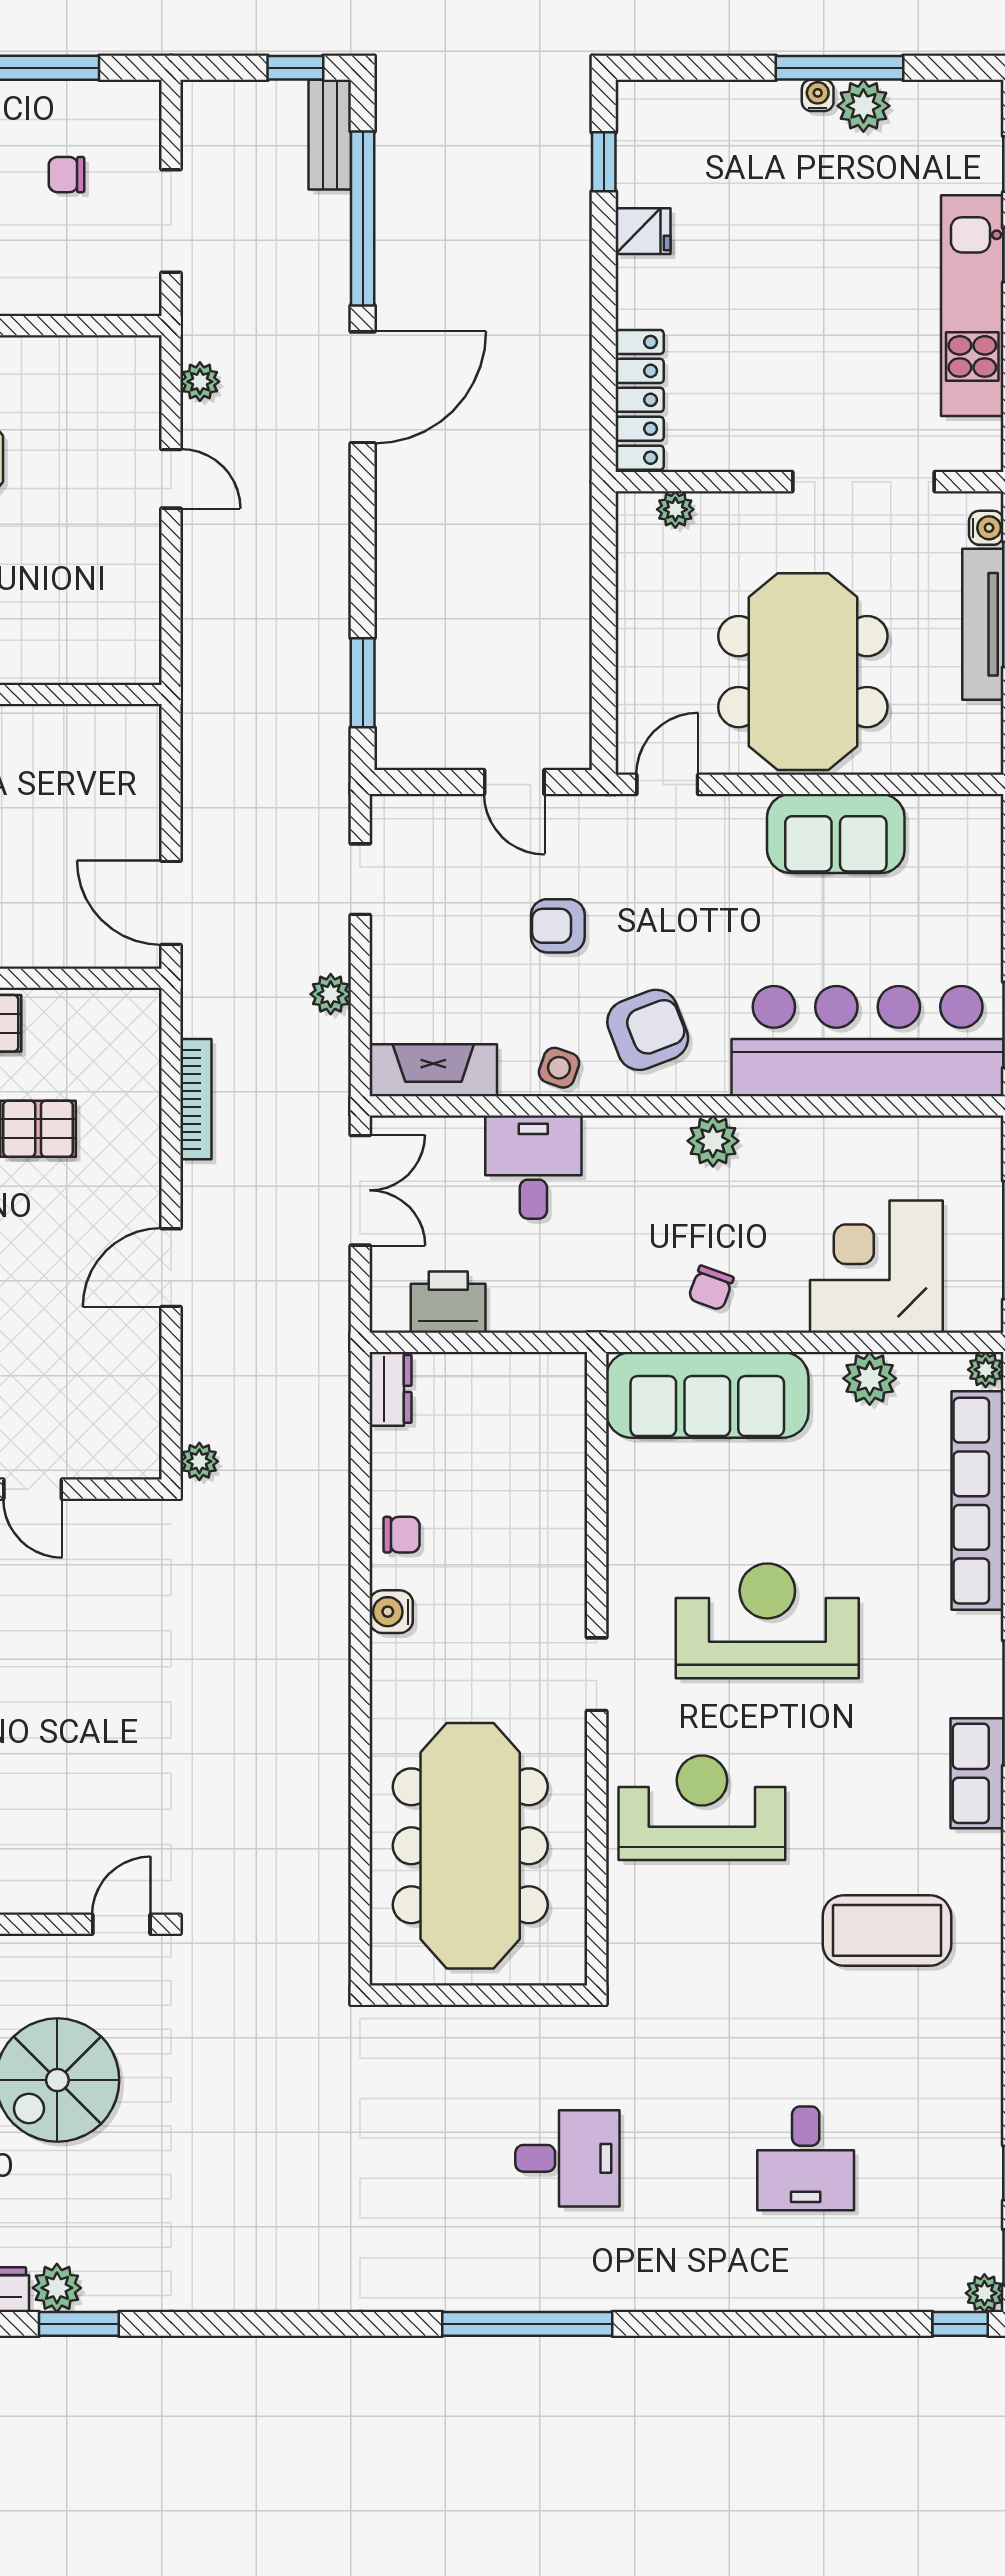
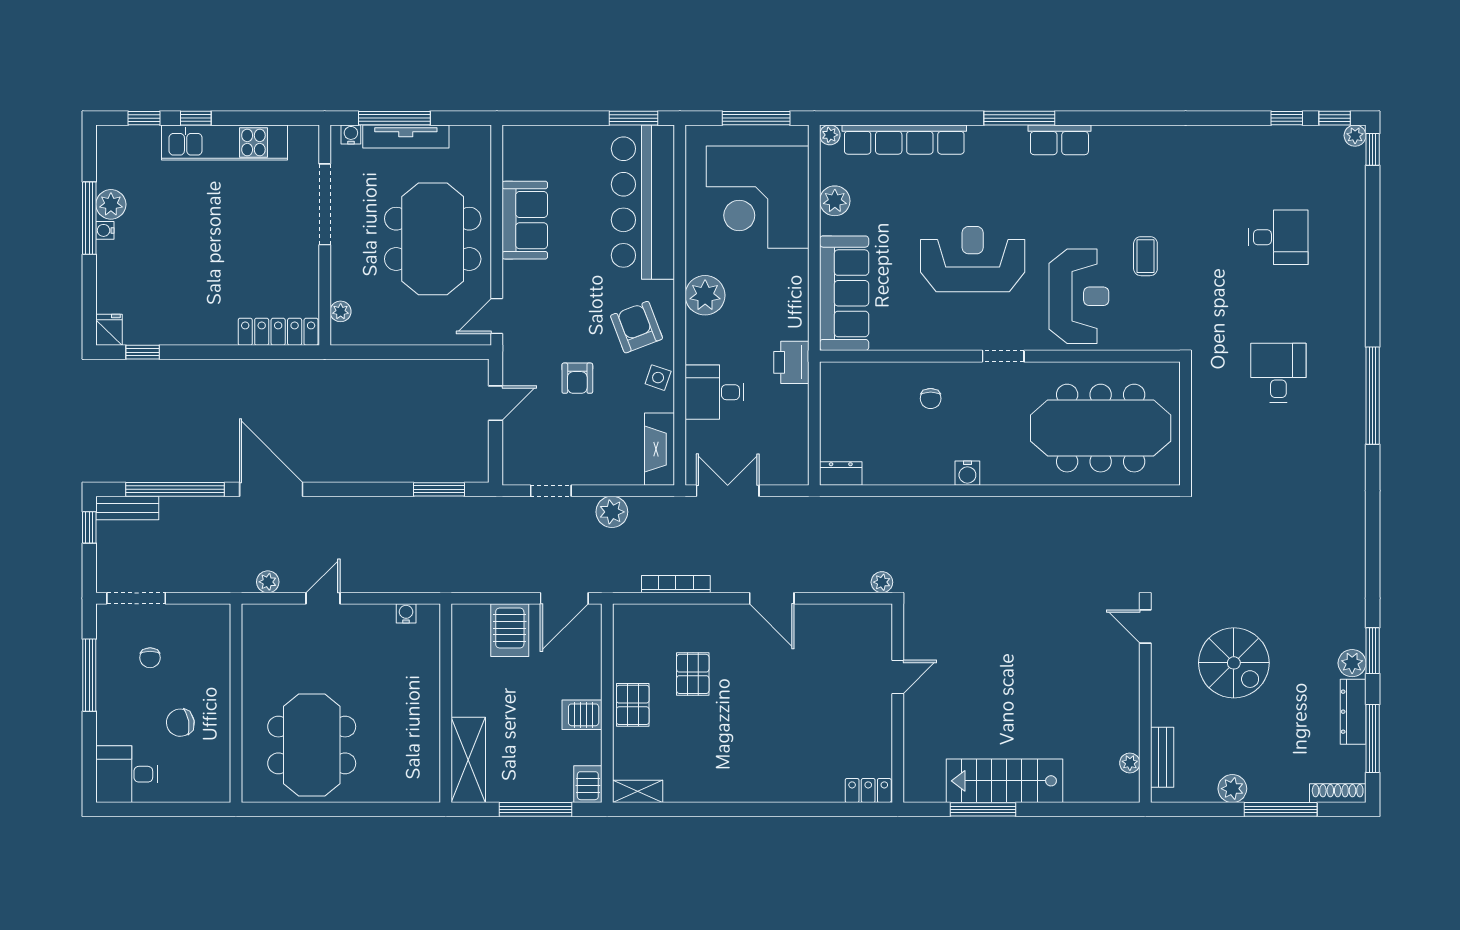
doorway: (171, 221) -> (136, 598), moved
fridge: (643, 231) -> (109, 330), moved
water cooler: (144, 625) -> (406, 613), added
meeting table: (803, 672) -> (433, 239), turned 90
door: (667, 784) -> (497, 316), hinge flipped
server rack: (115, 807) -> (510, 630), added
plant: (331, 994) -> (612, 512), width x1.38, depth x1.38
plant: (713, 1141) -> (705, 295), width x1.36, depth x1.36
corner desk: (876, 1267) -> (758, 197), width x1.36, depth x1.36
chair: (711, 1288) -> (783, 291), removed
printer: (448, 1302) -> (791, 362), moved
chair: (402, 1535) -> (931, 399), moved, turned 180
reception desk: (767, 1621) -> (973, 259), turned 90
reception desk: (702, 1808) -> (1079, 296), turned 180
coffee table: (887, 1930) -> (1145, 256), moved, width x0.54, depth x0.58

